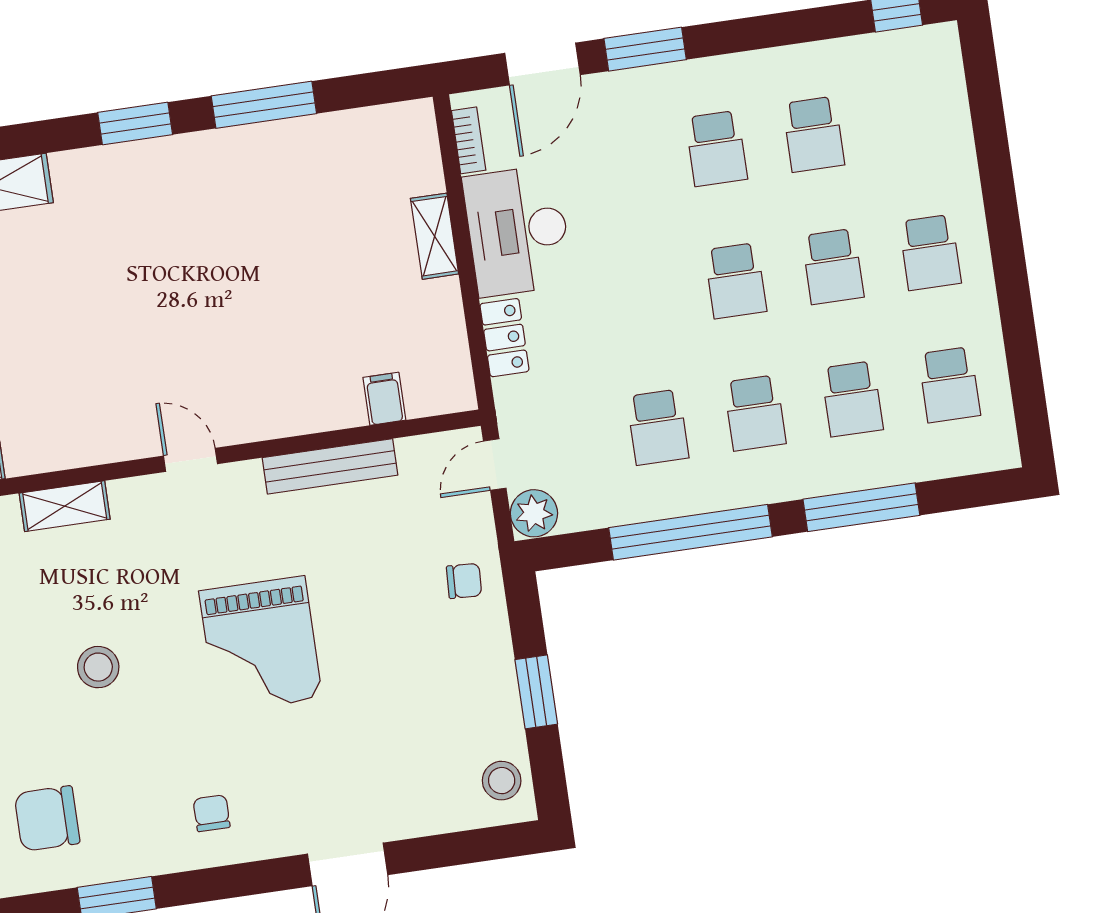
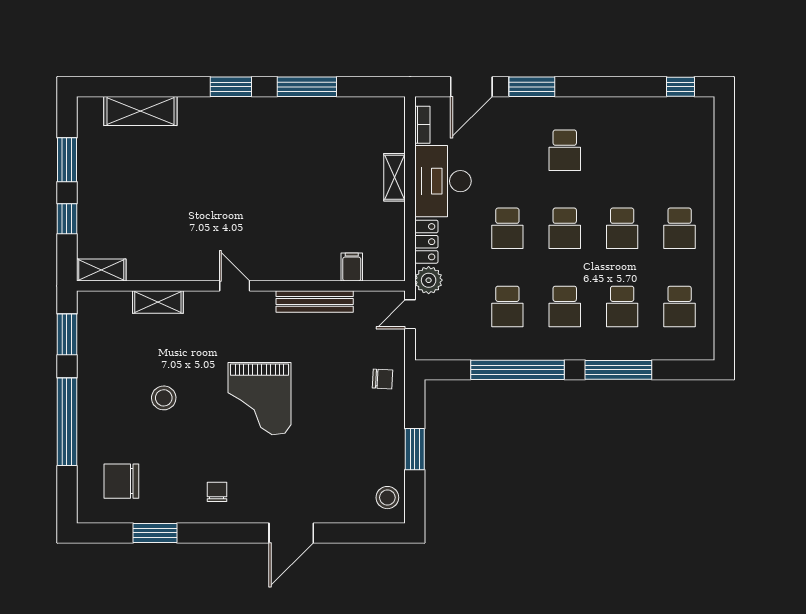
school desk: (814, 134) -> (507, 228), moved
plant: (534, 513) -> (429, 280), moved

